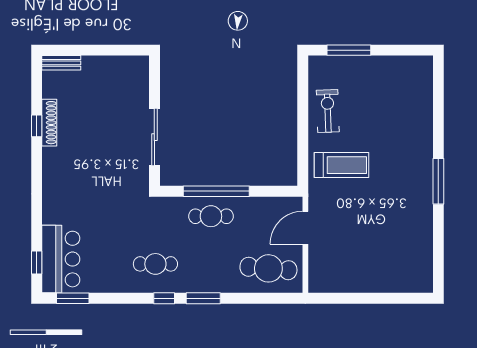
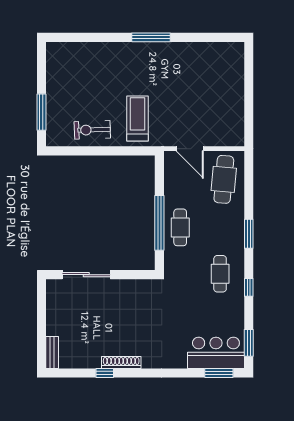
shoe rack: (49, 123) -> (121, 362), moved
sliding door: (154, 137) -> (86, 275), moved
window: (37, 263) -> (219, 373), width x1.50
window: (164, 298) -> (249, 287), moved

